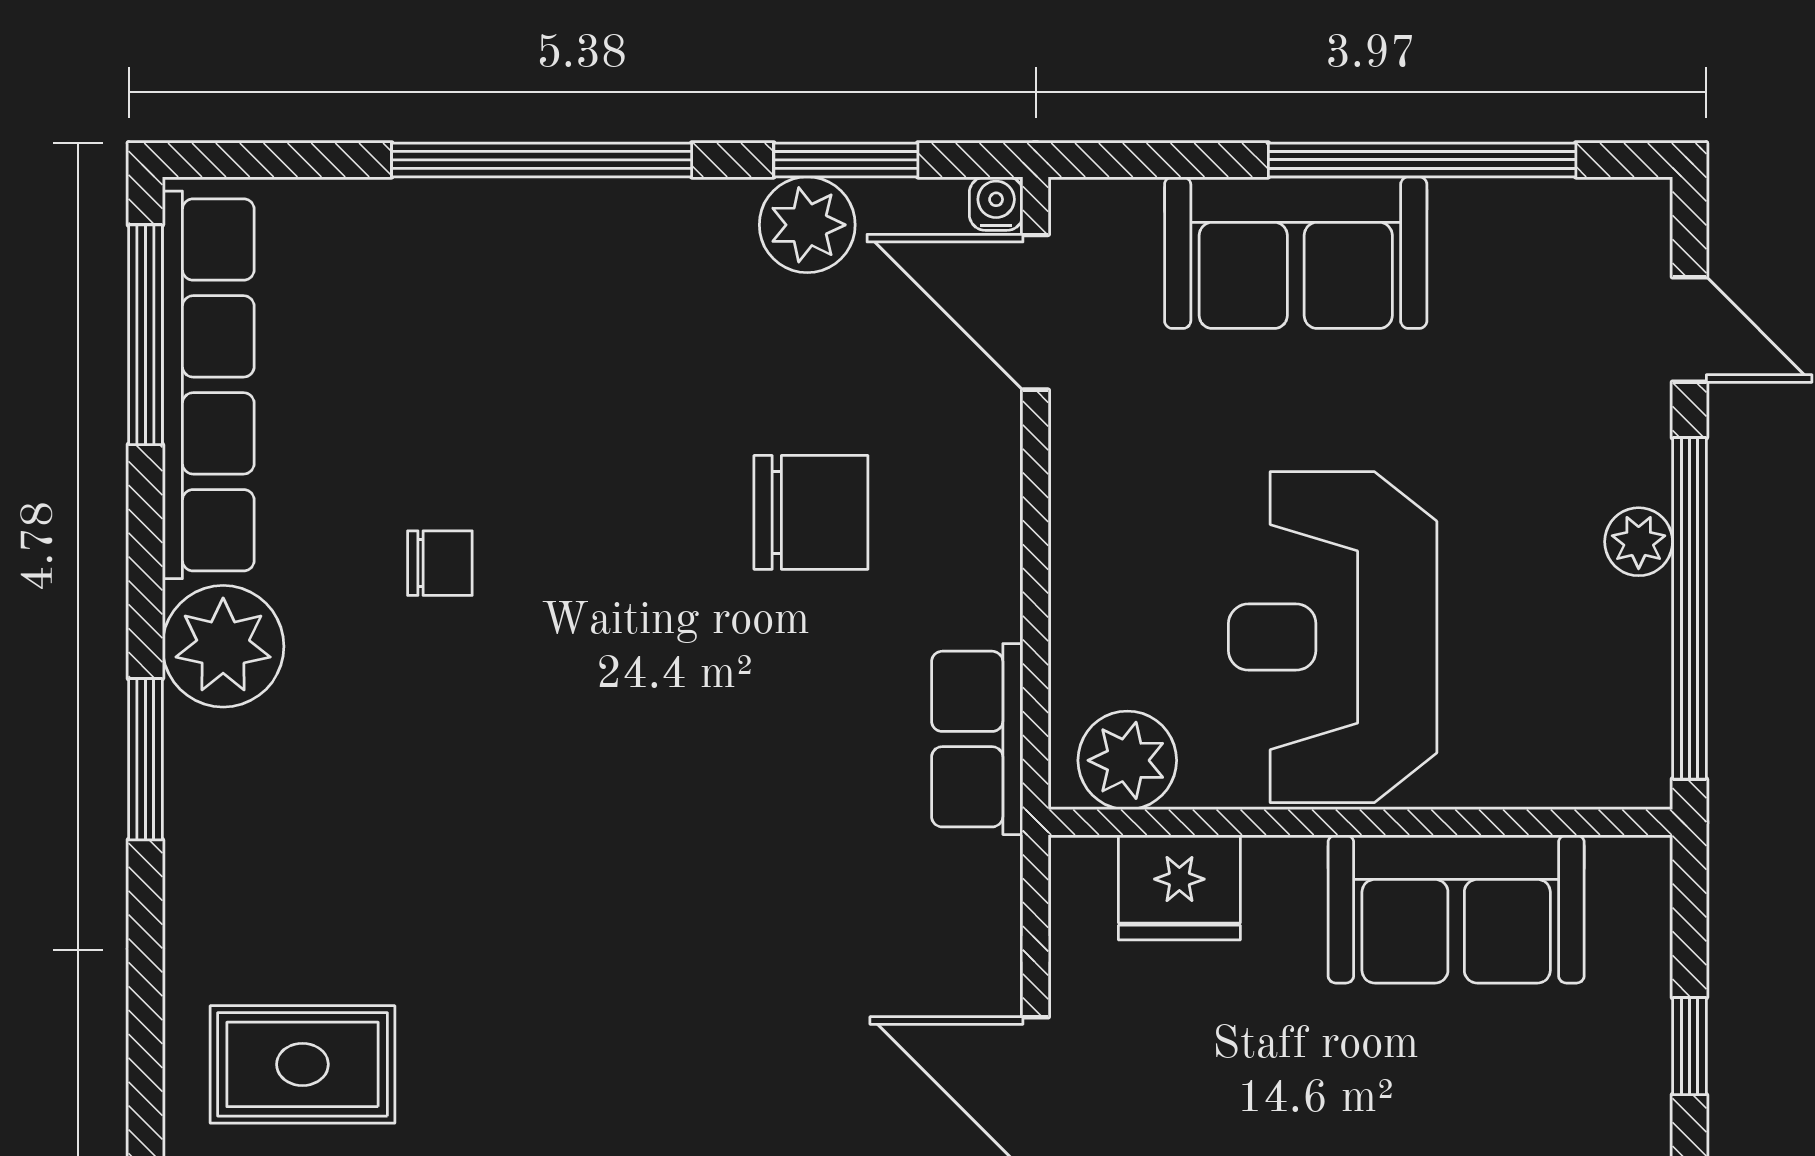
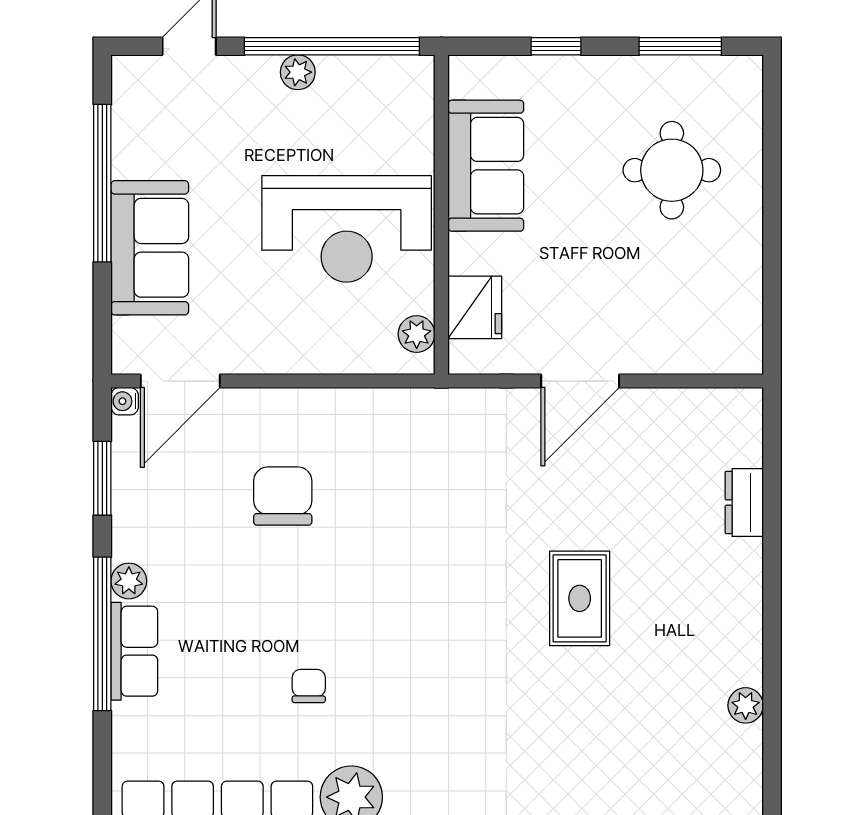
plant: (807, 225) -> (129, 581), moved, width x0.73, depth x0.73
row of seats: (977, 739) -> (134, 651), moved, turned -90
plant: (1127, 760) -> (417, 334), width x0.73, depth x0.73
rug: (302, 1064) -> (580, 598), moved

